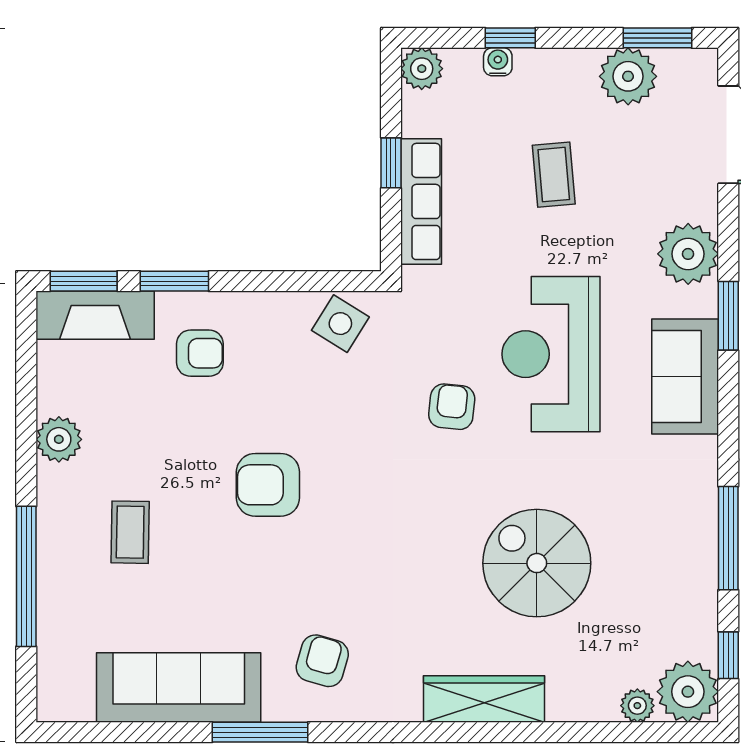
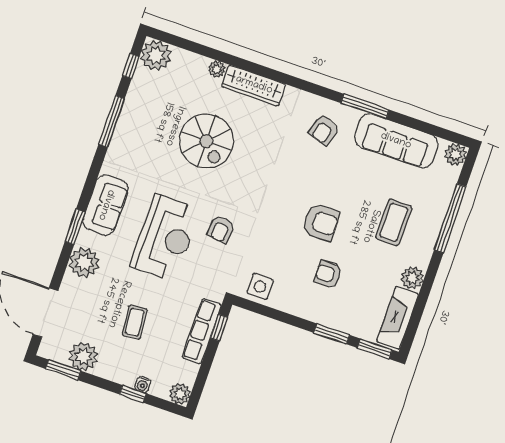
window: (391, 163) -> (219, 328), moved
fireplace: (95, 315) -> (398, 318), moved, turned -90
side table: (340, 324) -> (260, 287), turned -32
armchair: (200, 353) -> (328, 274), moved
coffee table: (130, 532) -> (394, 222), width x1.36, depth x1.30
plant: (58, 700) -> (455, 155), added
plant: (637, 706) -> (217, 69), moved

